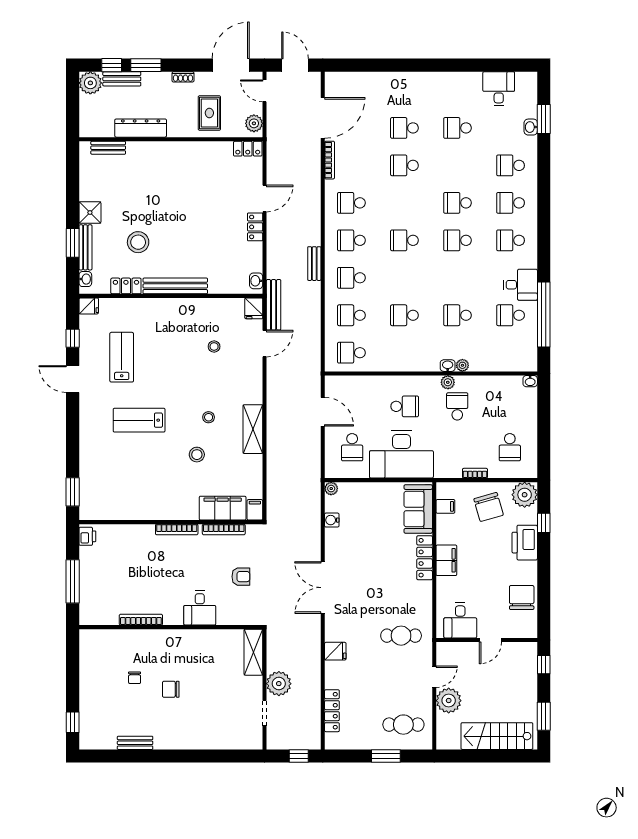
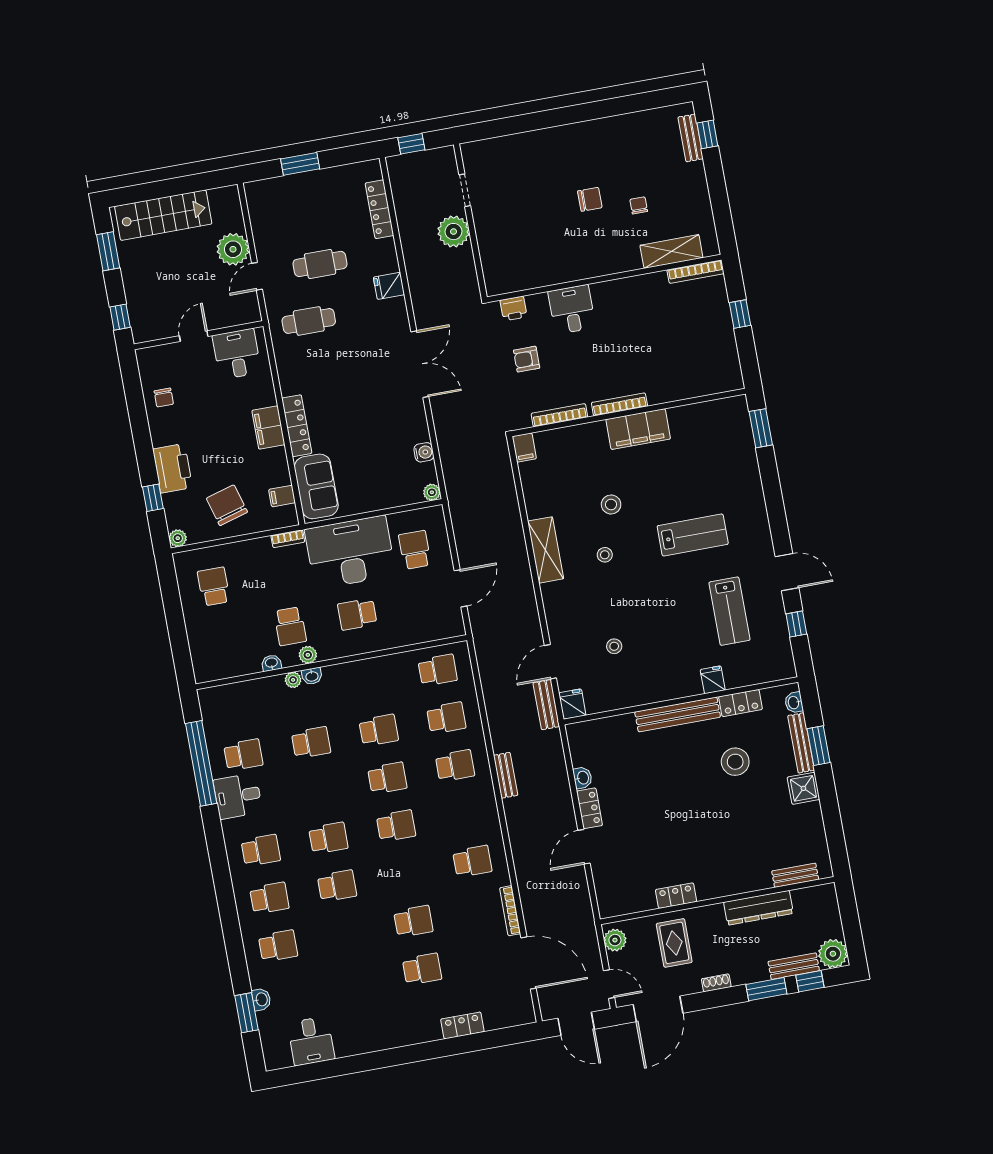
locker: (382, 80) -> (462, 1025), added
door: (323, 118) -> (529, 963), swing flipped
school desk: (457, 128) -> (354, 981), removed
locker: (248, 149) -> (676, 896), moved
school desk: (351, 240) -> (387, 778), moved
washbasin: (256, 281) -> (583, 778), moved
bench: (274, 305) -> (546, 705), width x0.73
fridge: (89, 306) -> (713, 680), moved, turned 90
washbasin: (530, 381) -> (271, 663), moved
door: (323, 412) -> (460, 588), swing flipped
bookcase: (475, 473) -> (288, 539), moved
plant: (525, 495) -> (178, 538), width x0.53, depth x0.53
filing cabinet: (223, 508) -> (638, 429), moved
printer: (87, 536) -> (514, 308), moved, turned -90
window: (73, 581) -> (740, 314), width x0.46
chair: (522, 597) -> (164, 398), width x0.54, depth x0.54
bookcase: (141, 620) -> (696, 272), moved
shelving: (253, 652) -> (671, 252), moved, turned 90
cafe table: (403, 725) -> (320, 264), moved
bench: (135, 743) -> (691, 138), moved, turned 90

